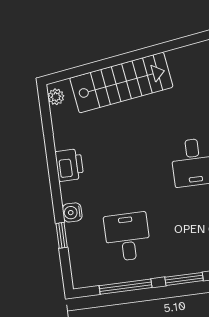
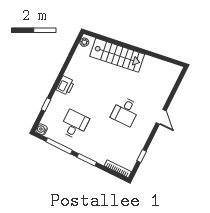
printer: (69, 165) -> (65, 86), moved
water cooler: (72, 212) -> (42, 129), moved

